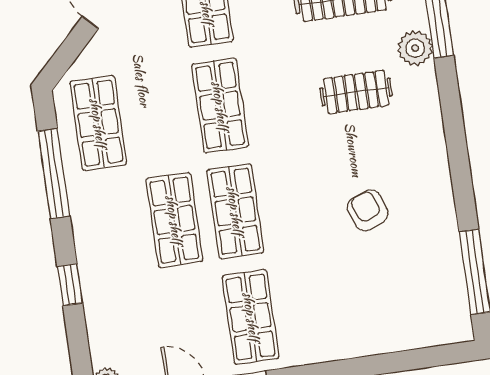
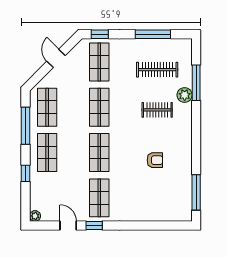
armchair: (368, 210) -> (155, 160), turned 110
shop shelf: (174, 220) -> (47, 153), moved

